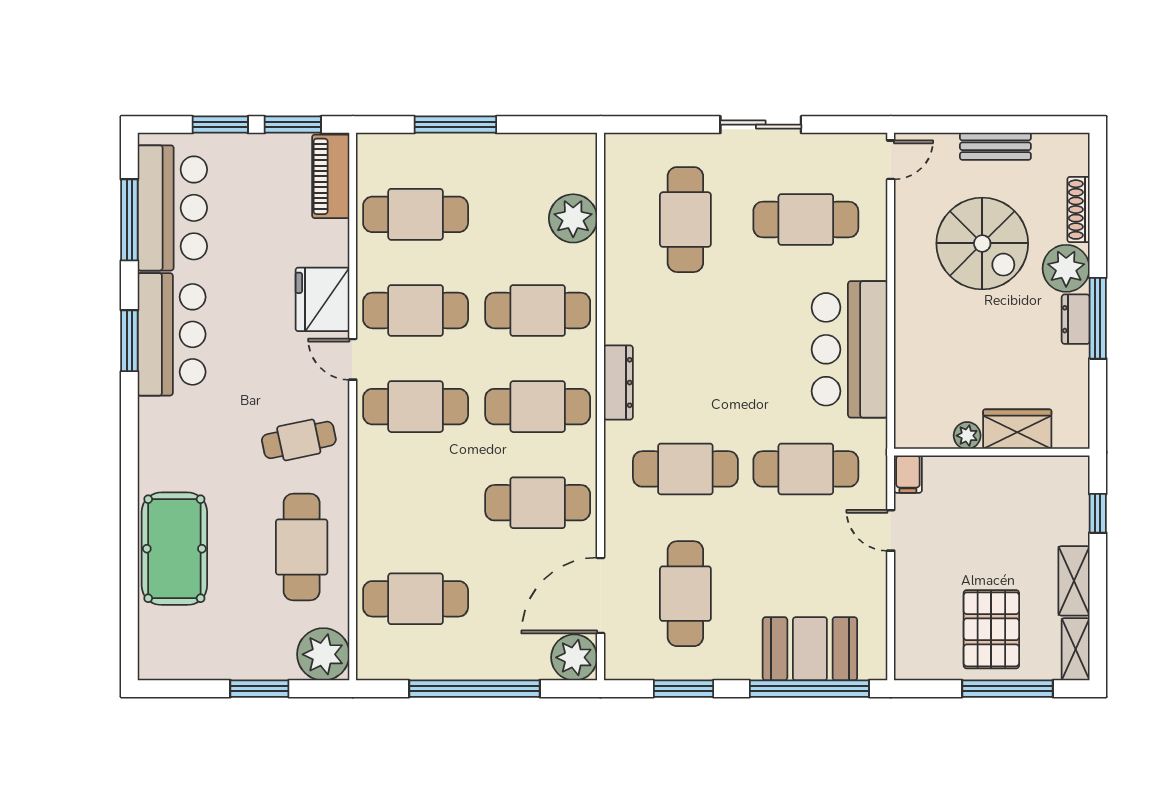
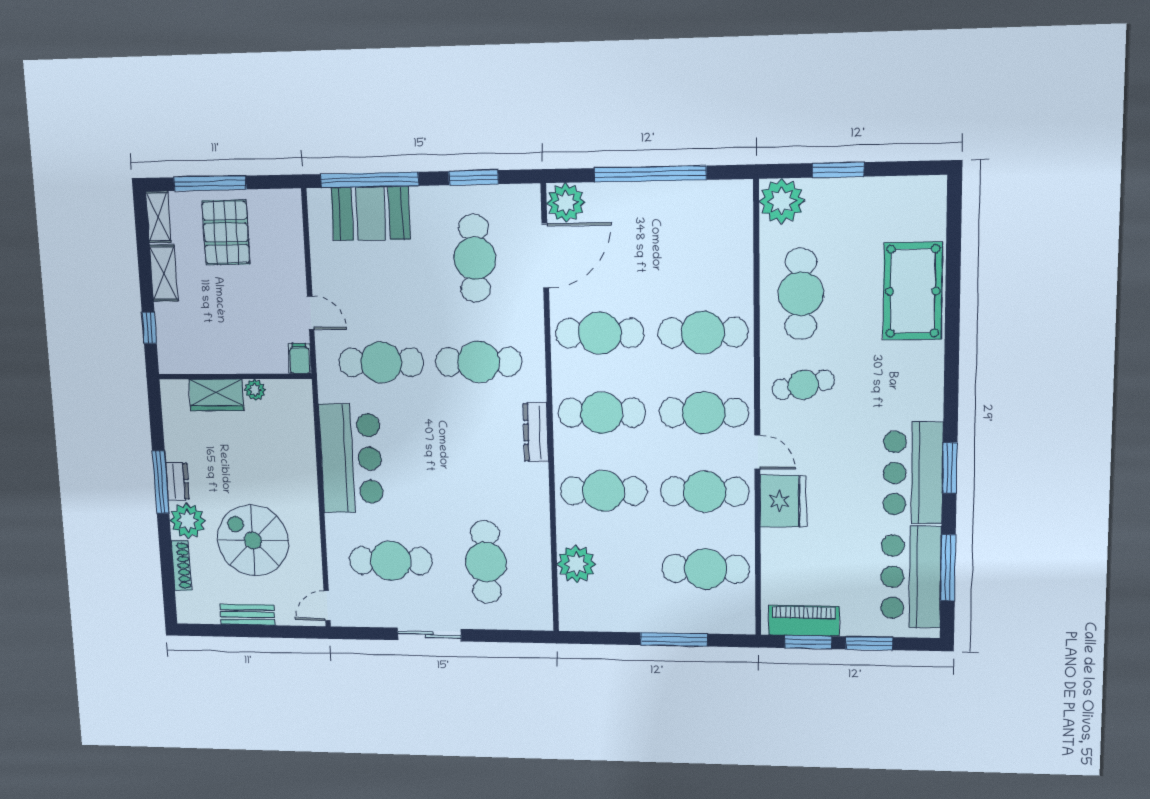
piano: (331, 176) -> (804, 621), moved, turned -90
cafe table: (416, 599) -> (703, 332), moved

